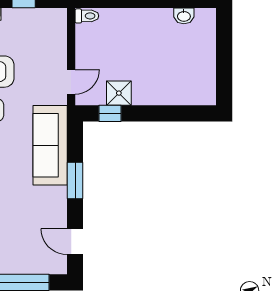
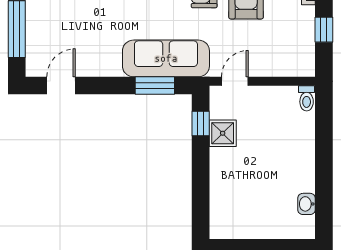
door: (71, 82) -> (235, 81), swing flipped
window: (75, 180) -> (155, 86), moved

